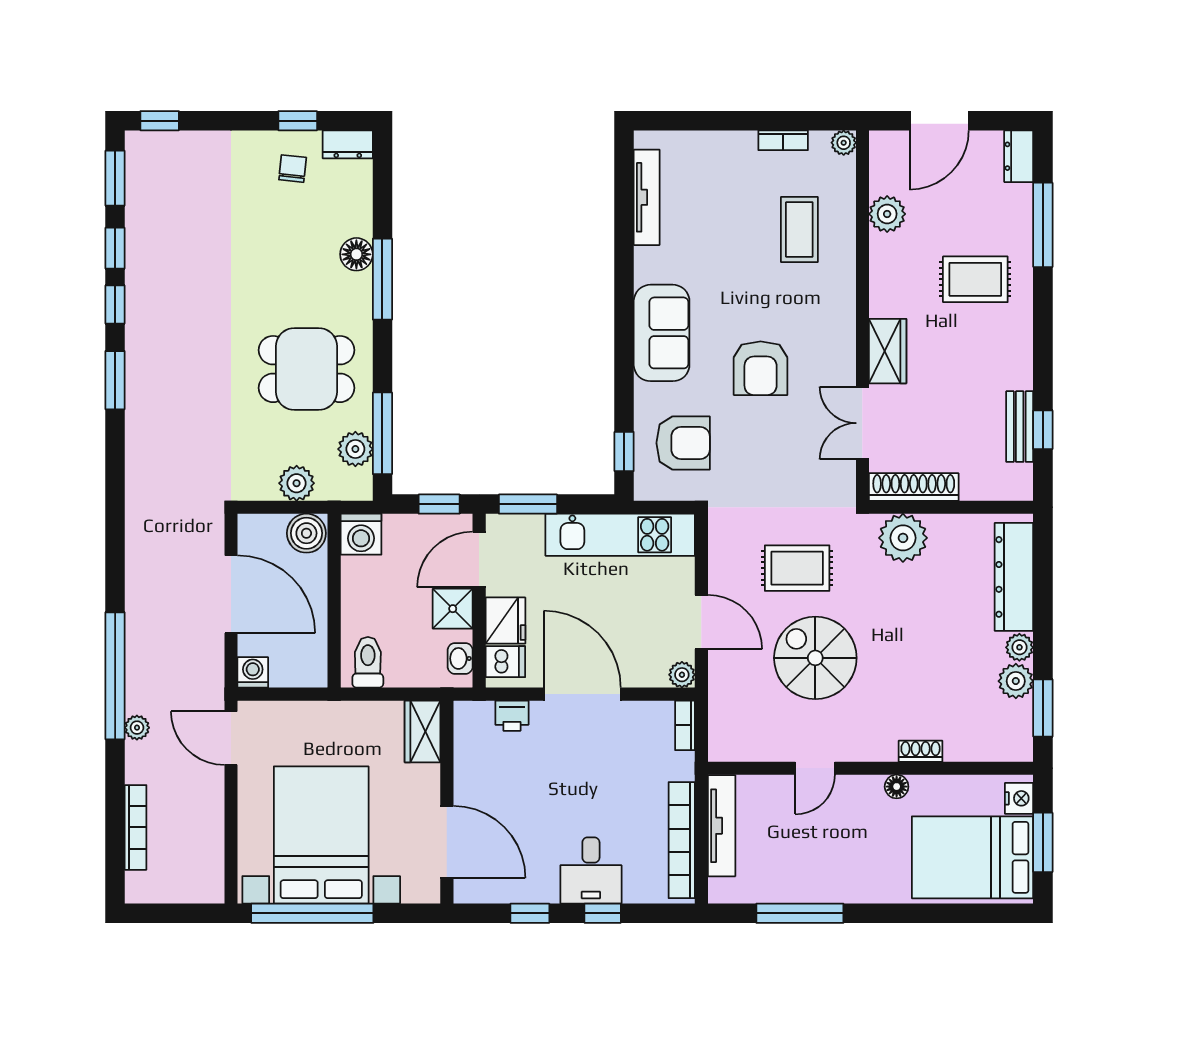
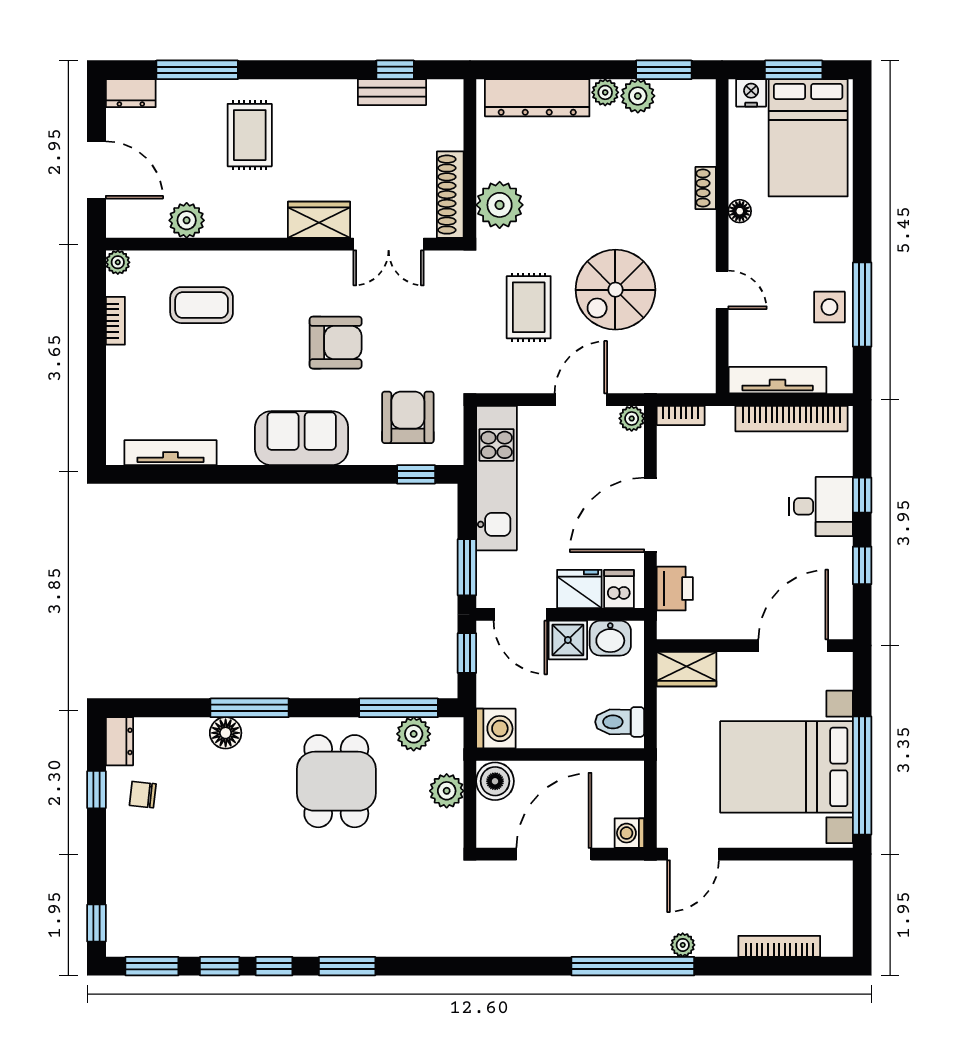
washbasin: (460, 658) -> (610, 638), width x1.38, depth x1.45
printer: (512, 716) -> (675, 589), width x1.36, depth x1.24
side table: (797, 879) -> (829, 307), added

